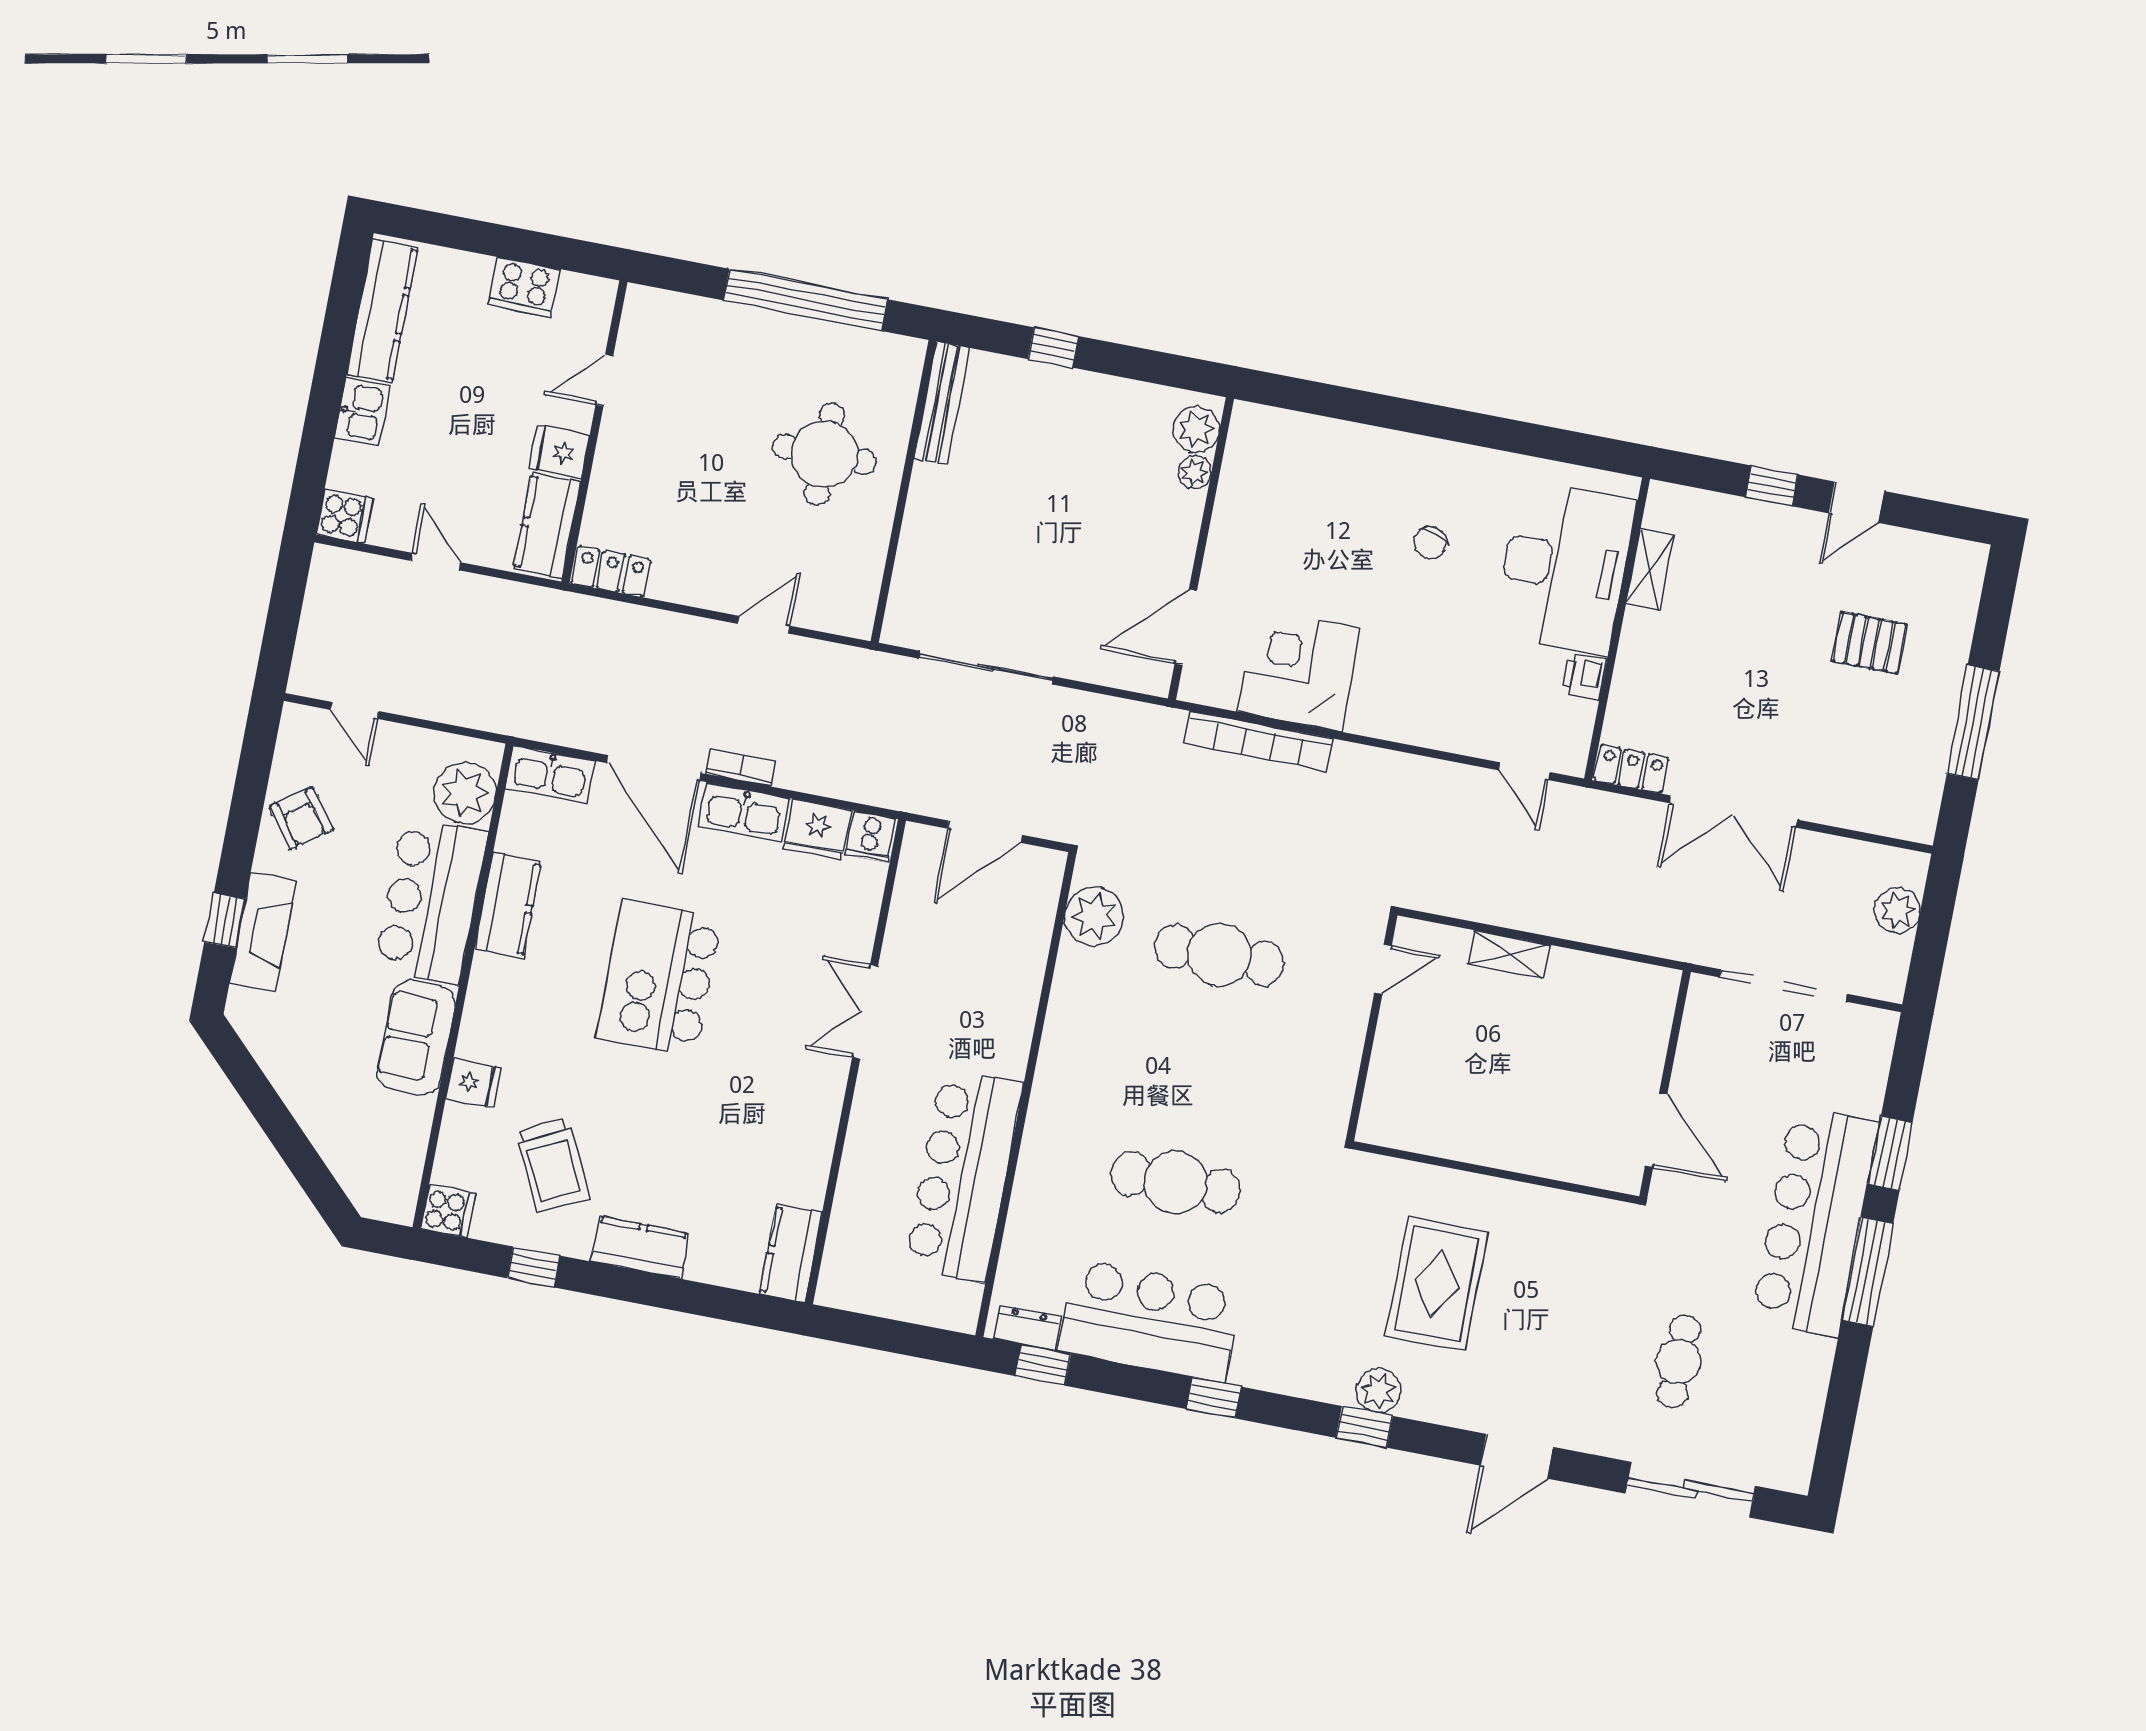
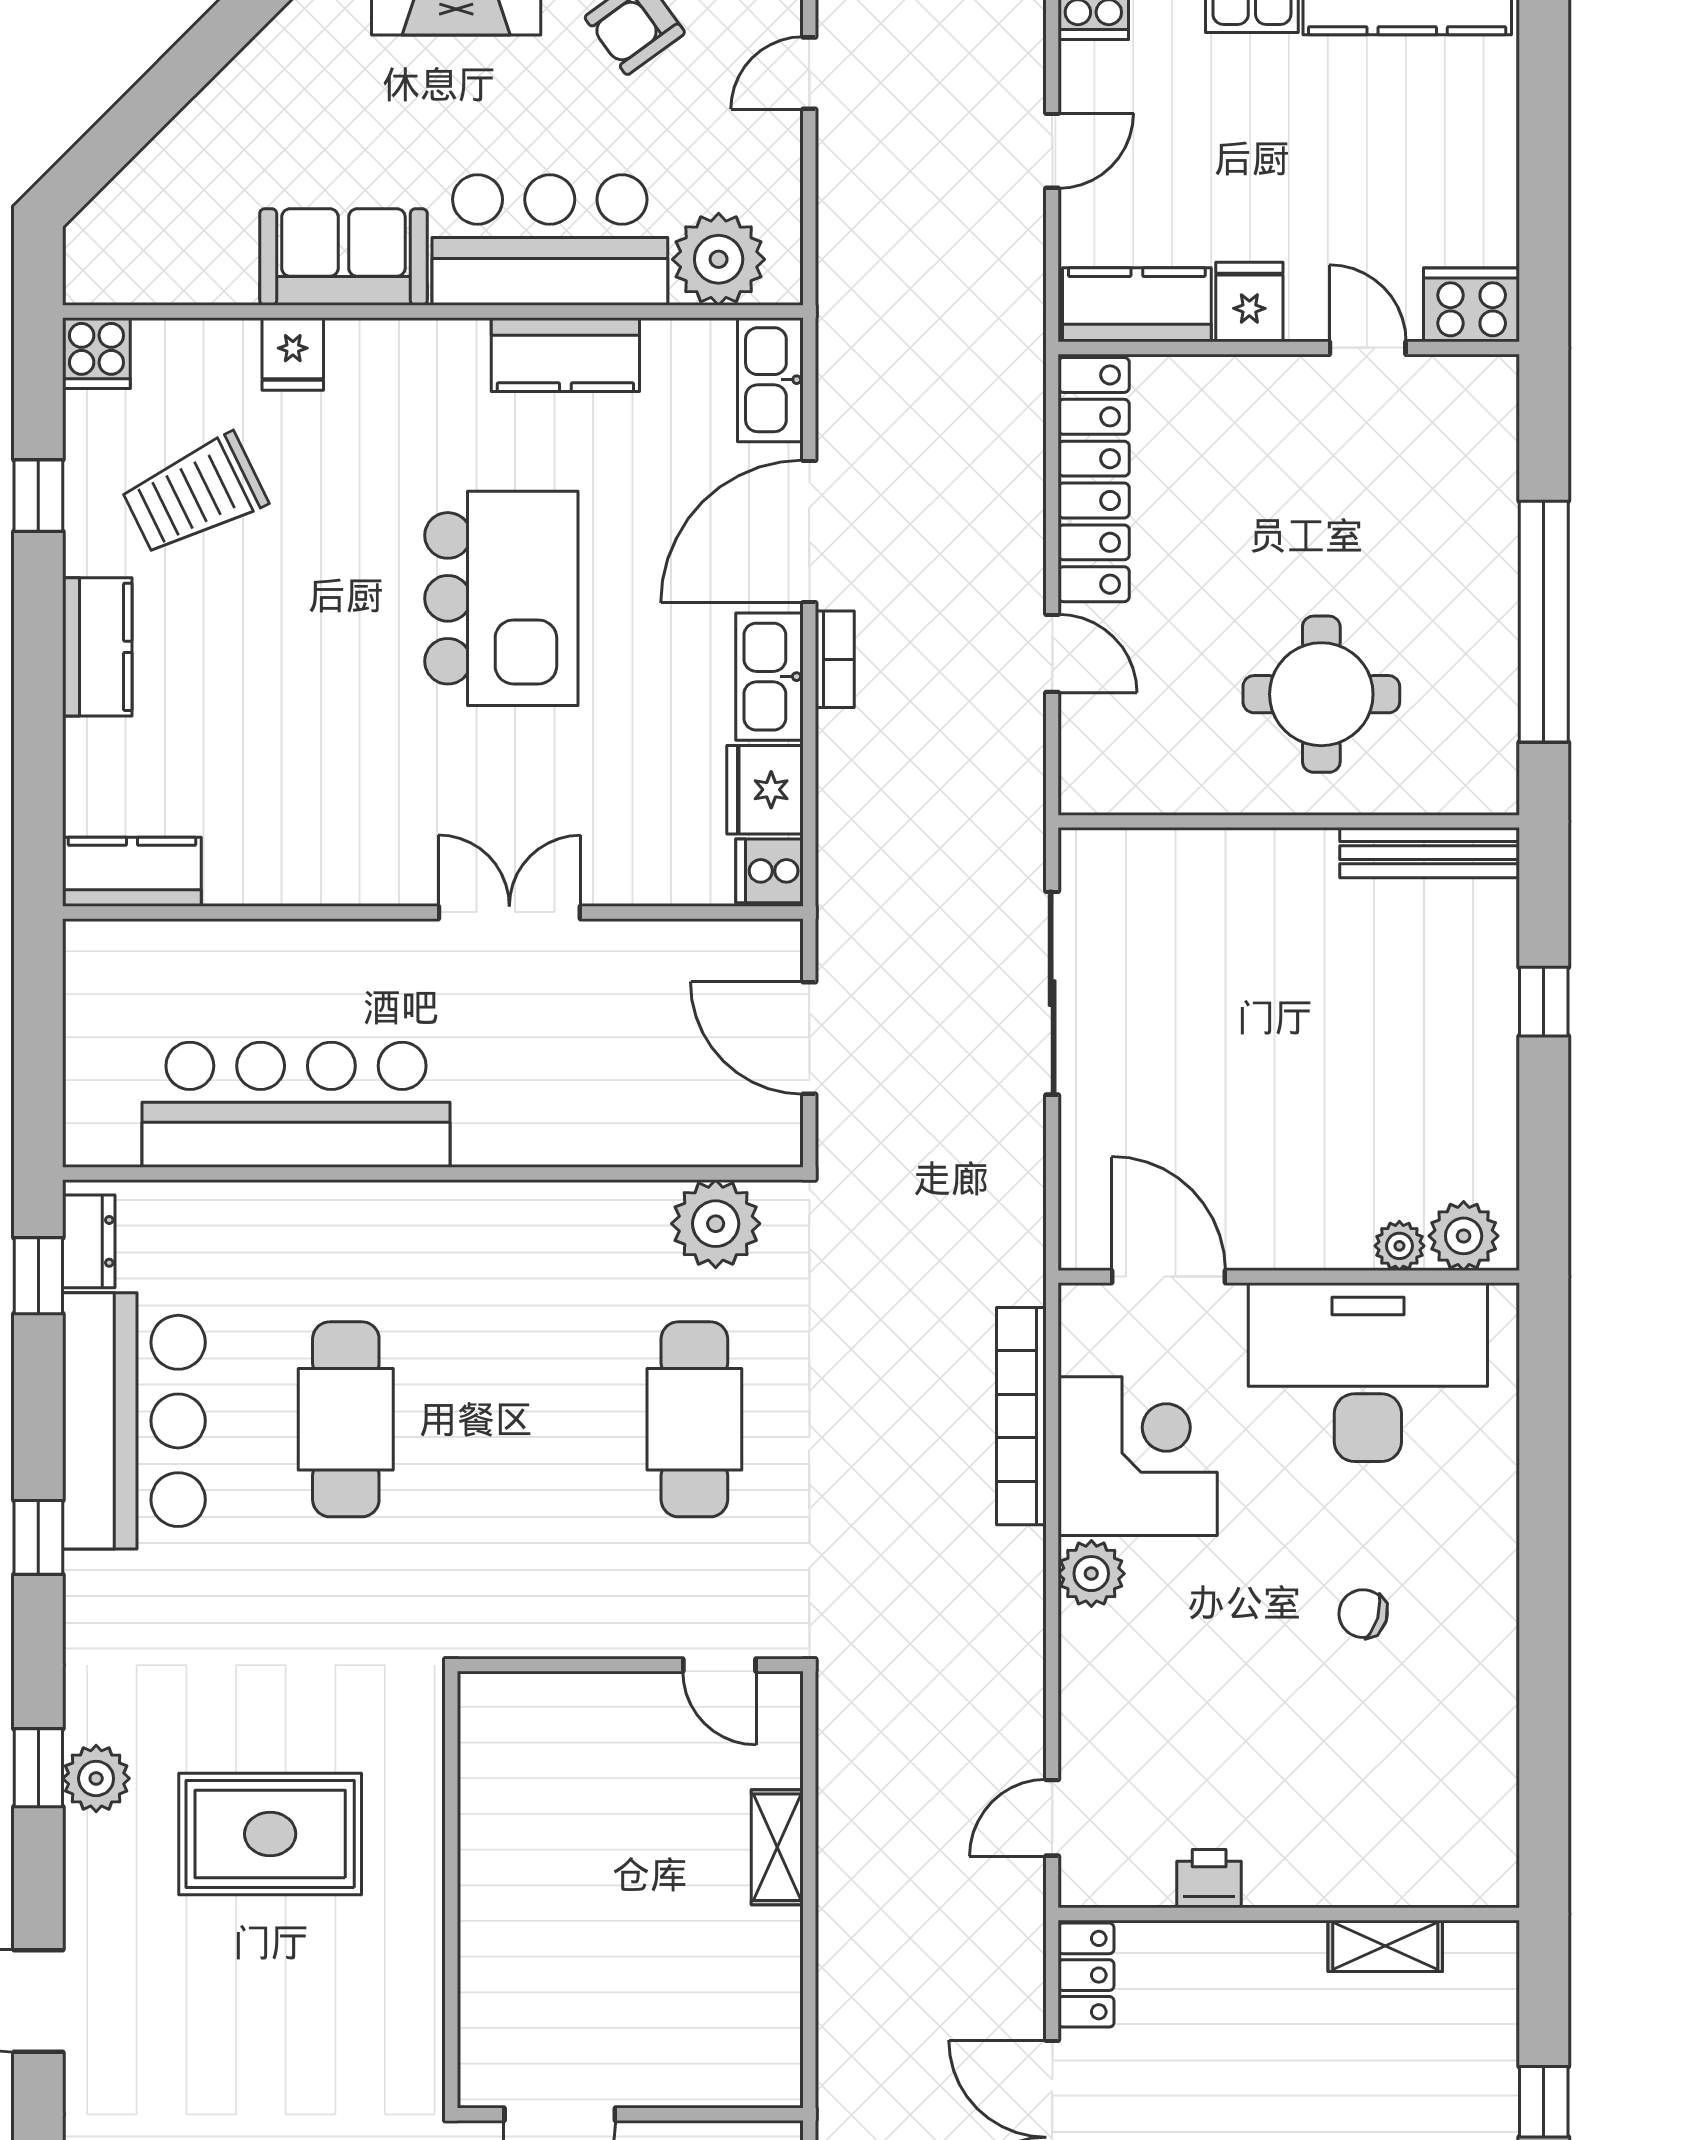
cooker: (524, 287) -> (1472, 305), moved, turned 90
desk: (1564, 567) -> (1368, 1372), moved, turned 180
locker: (611, 571) -> (1094, 480), width x2.16, depth x1.21
plant: (1370, 715) -> (1091, 1574), added
kitchen island: (659, 978) -> (501, 598), turned 90

